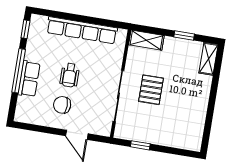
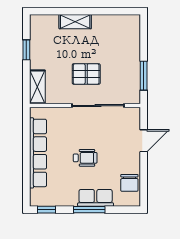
shelving: (208, 59) -> (75, 22), moved
window: (19, 71) -> (89, 210), width x0.69
chair: (62, 105) -> (129, 183), moved
window: (140, 145) -> (144, 76), width x1.50

